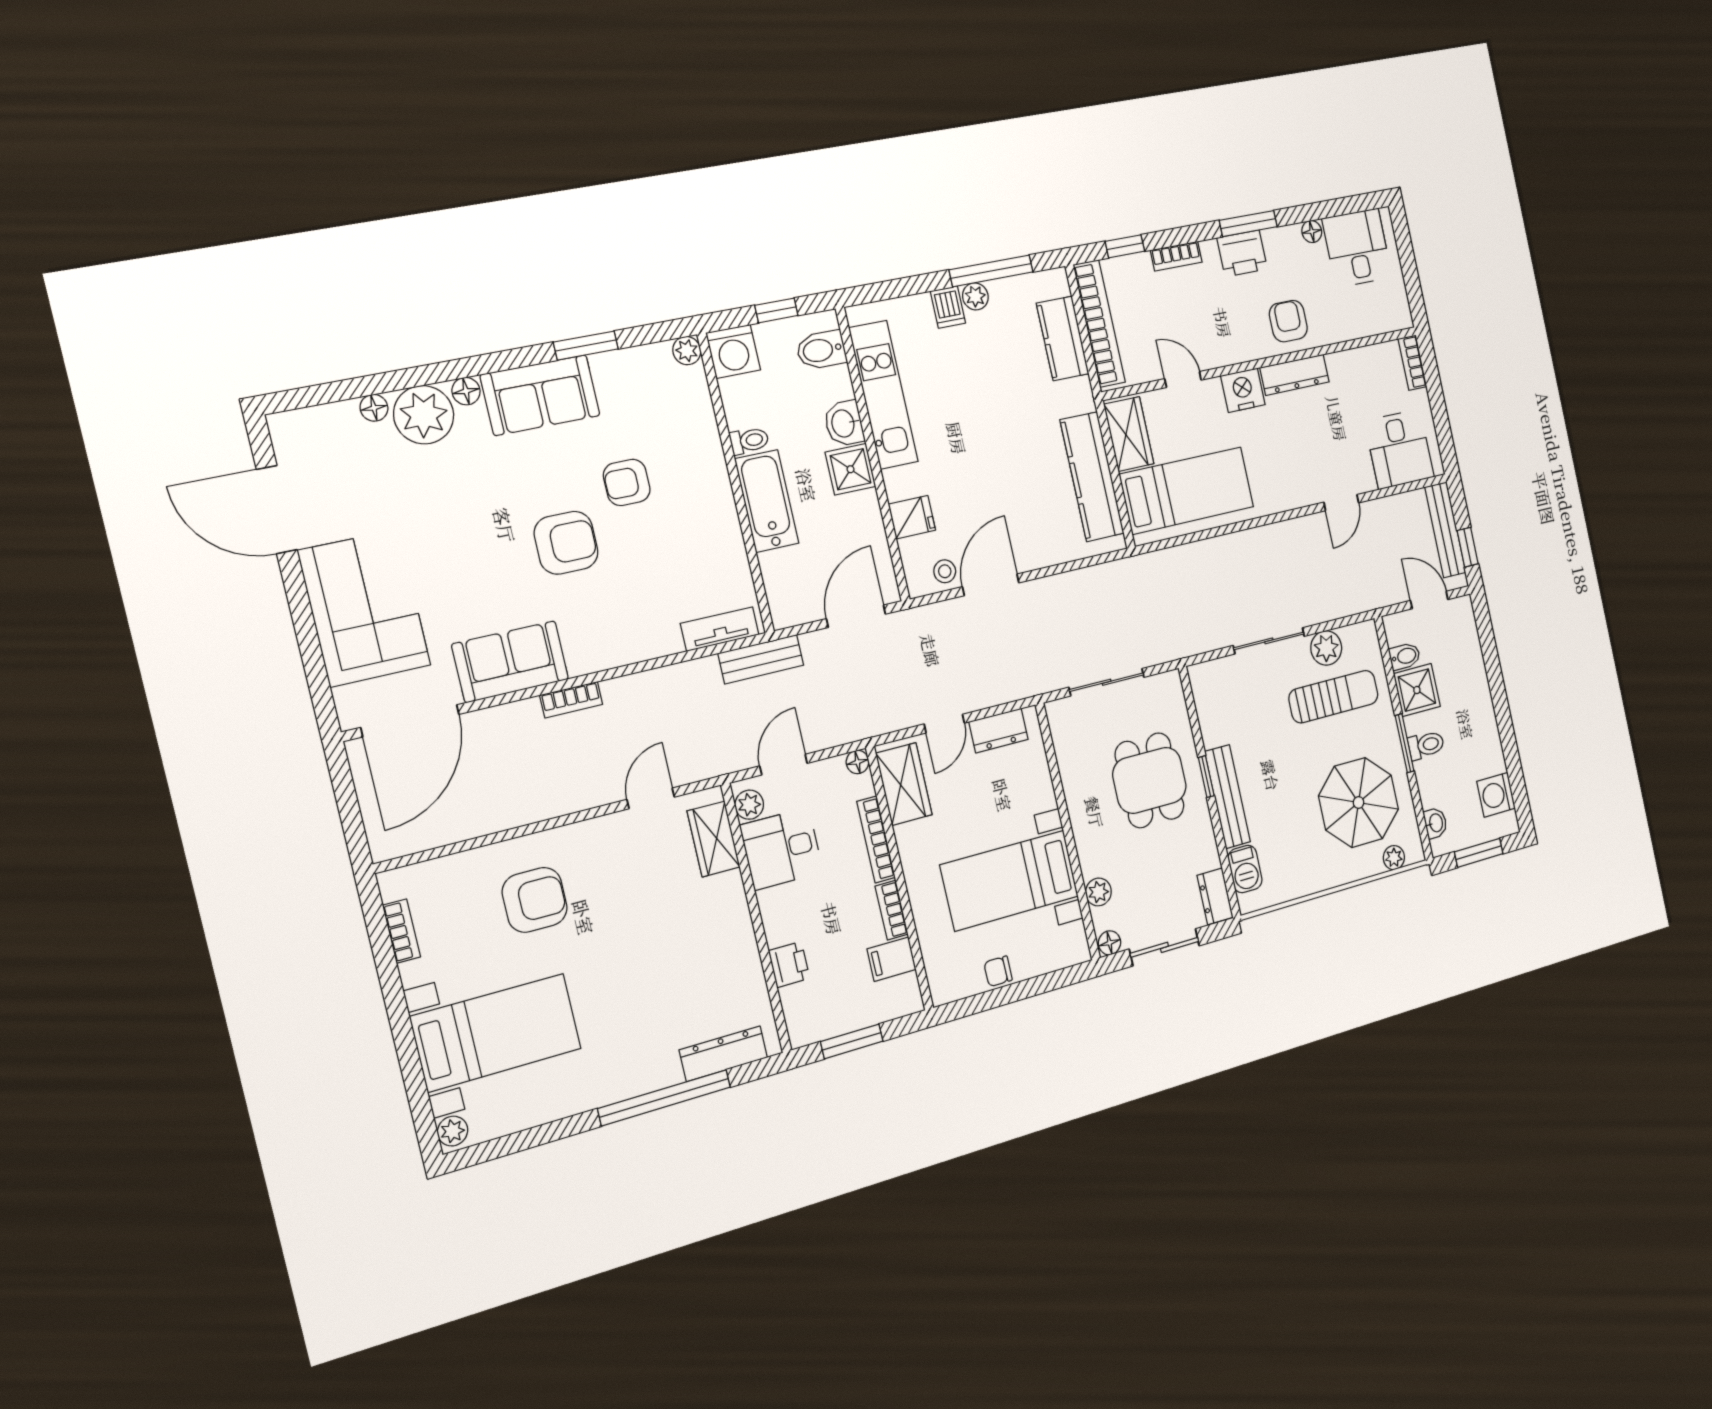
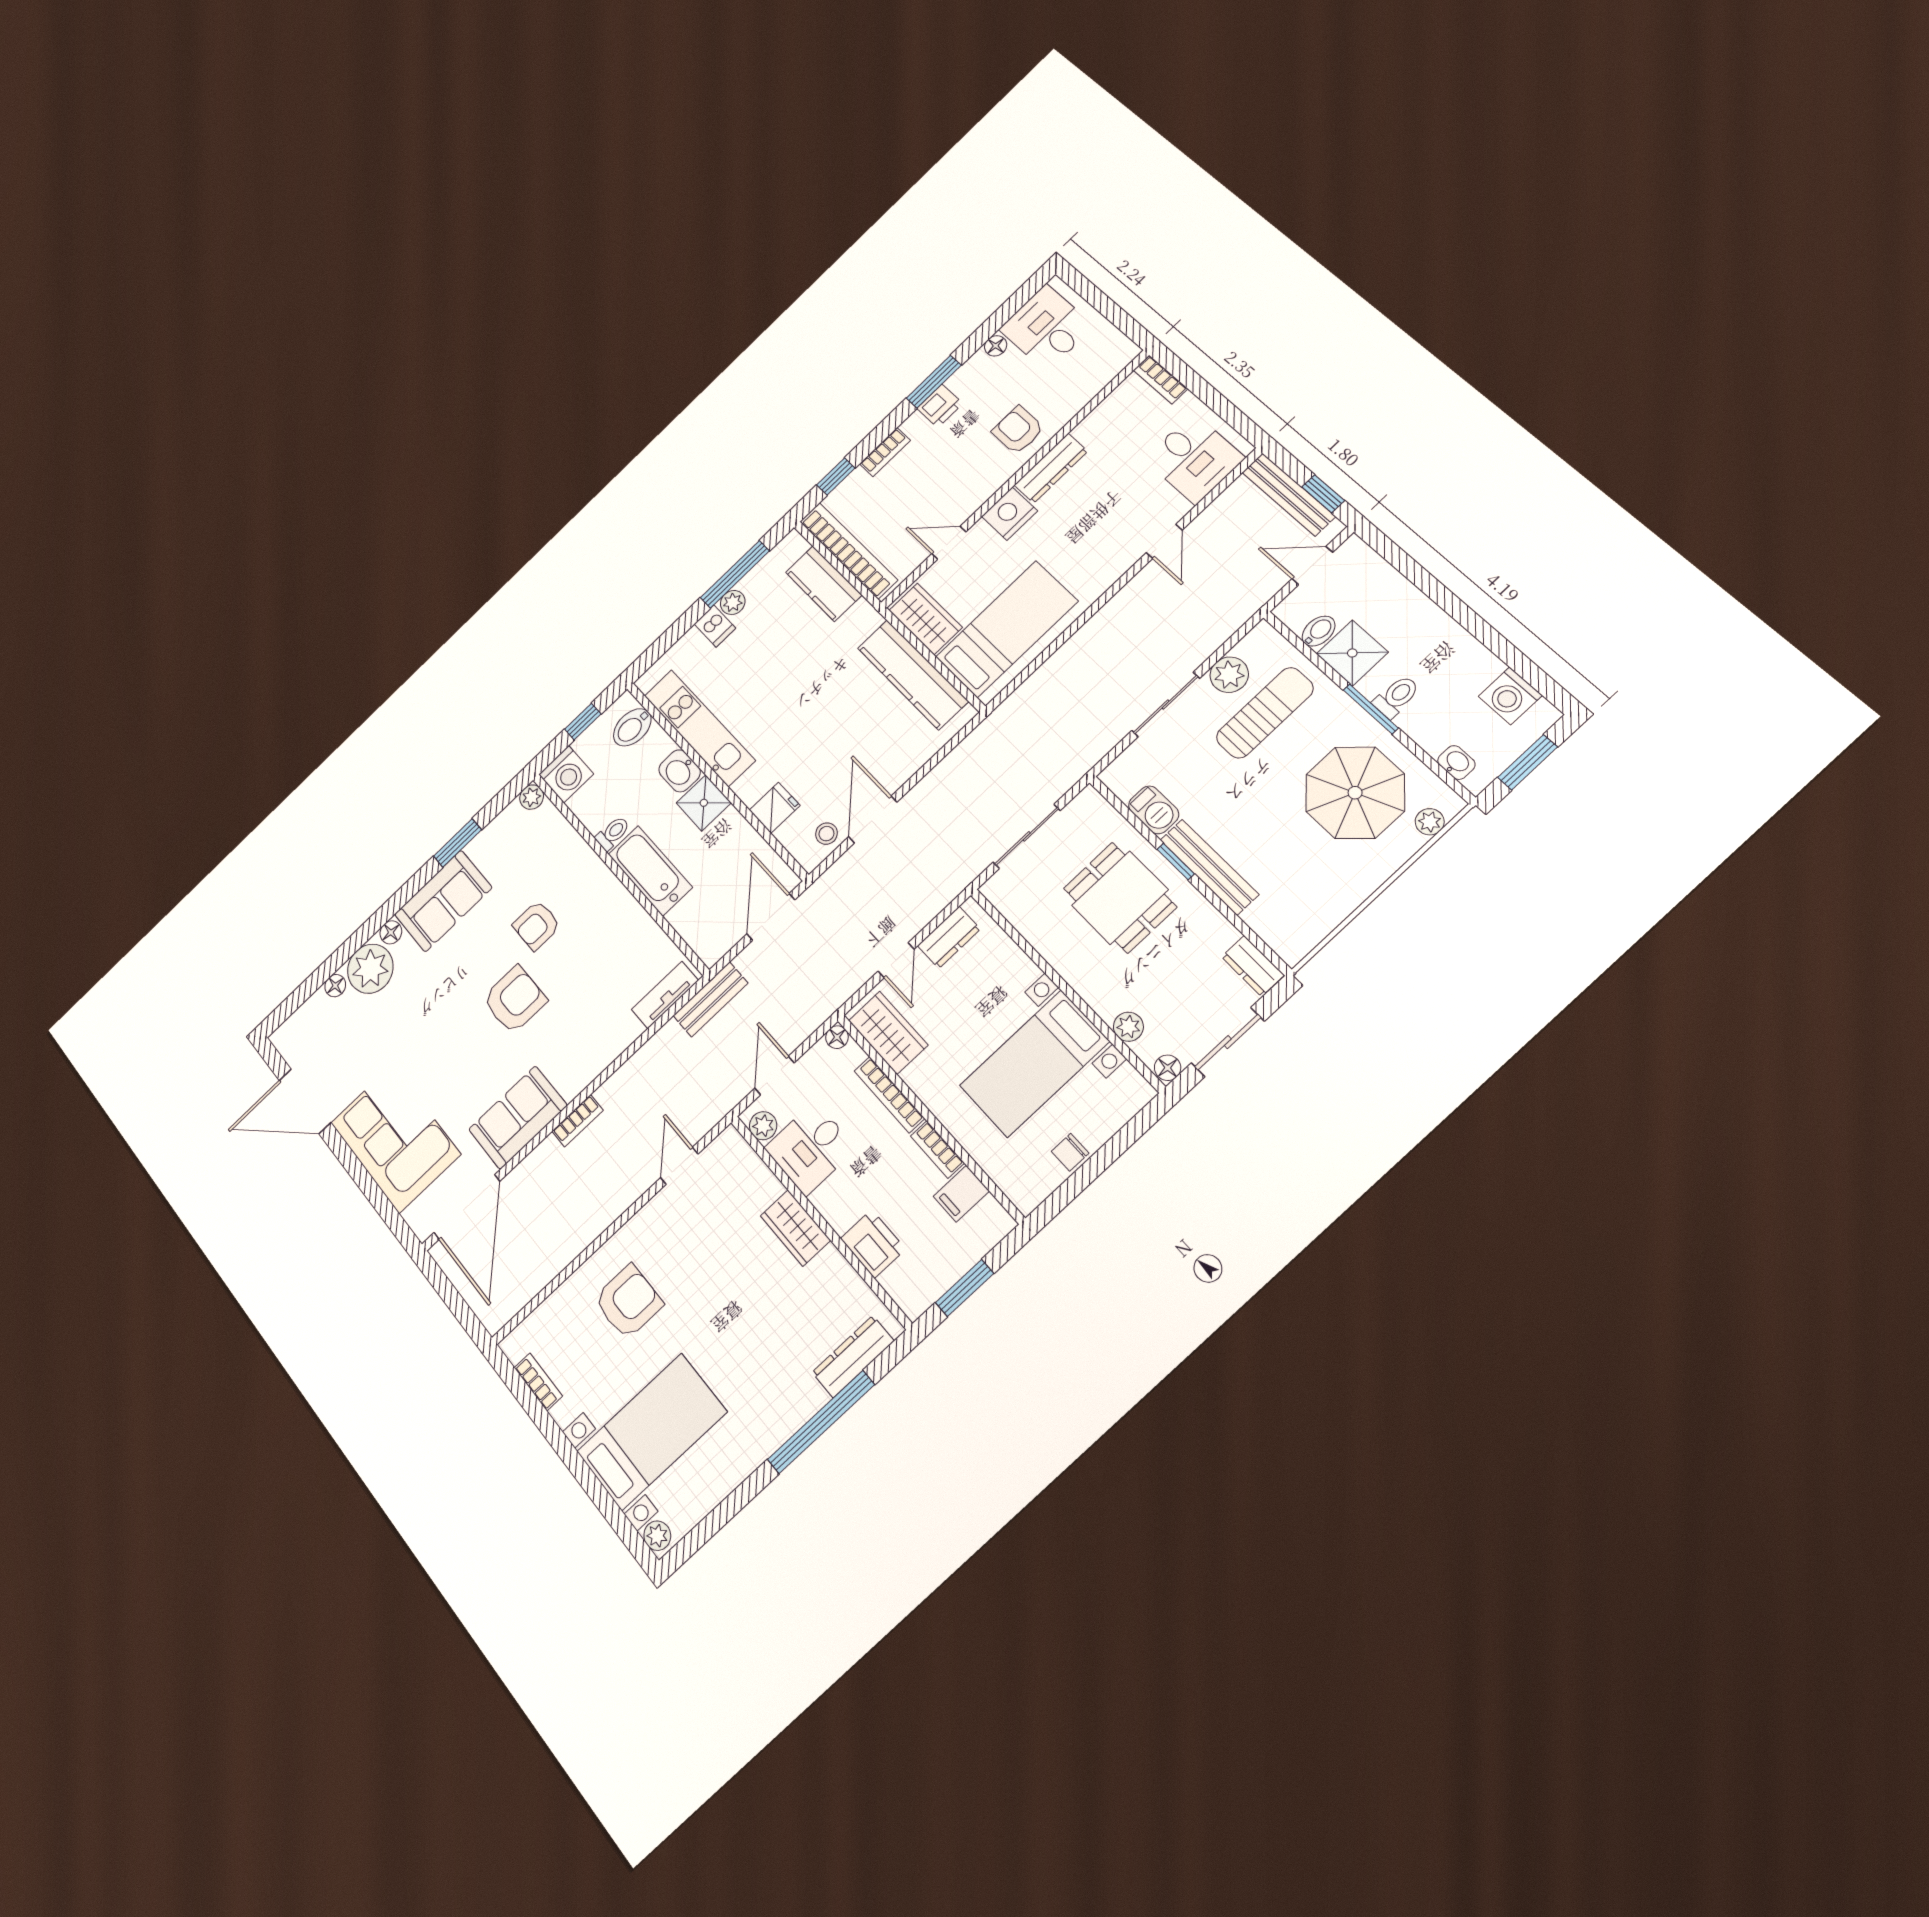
printer: (1242, 253) -> (940, 406), width x0.73, depth x0.81
wardrobe: (714, 839) -> (795, 1228), moved
barbecue: (1245, 869) -> (1154, 810), moved
printer: (789, 964) -> (873, 1244), width x1.36, depth x1.24

